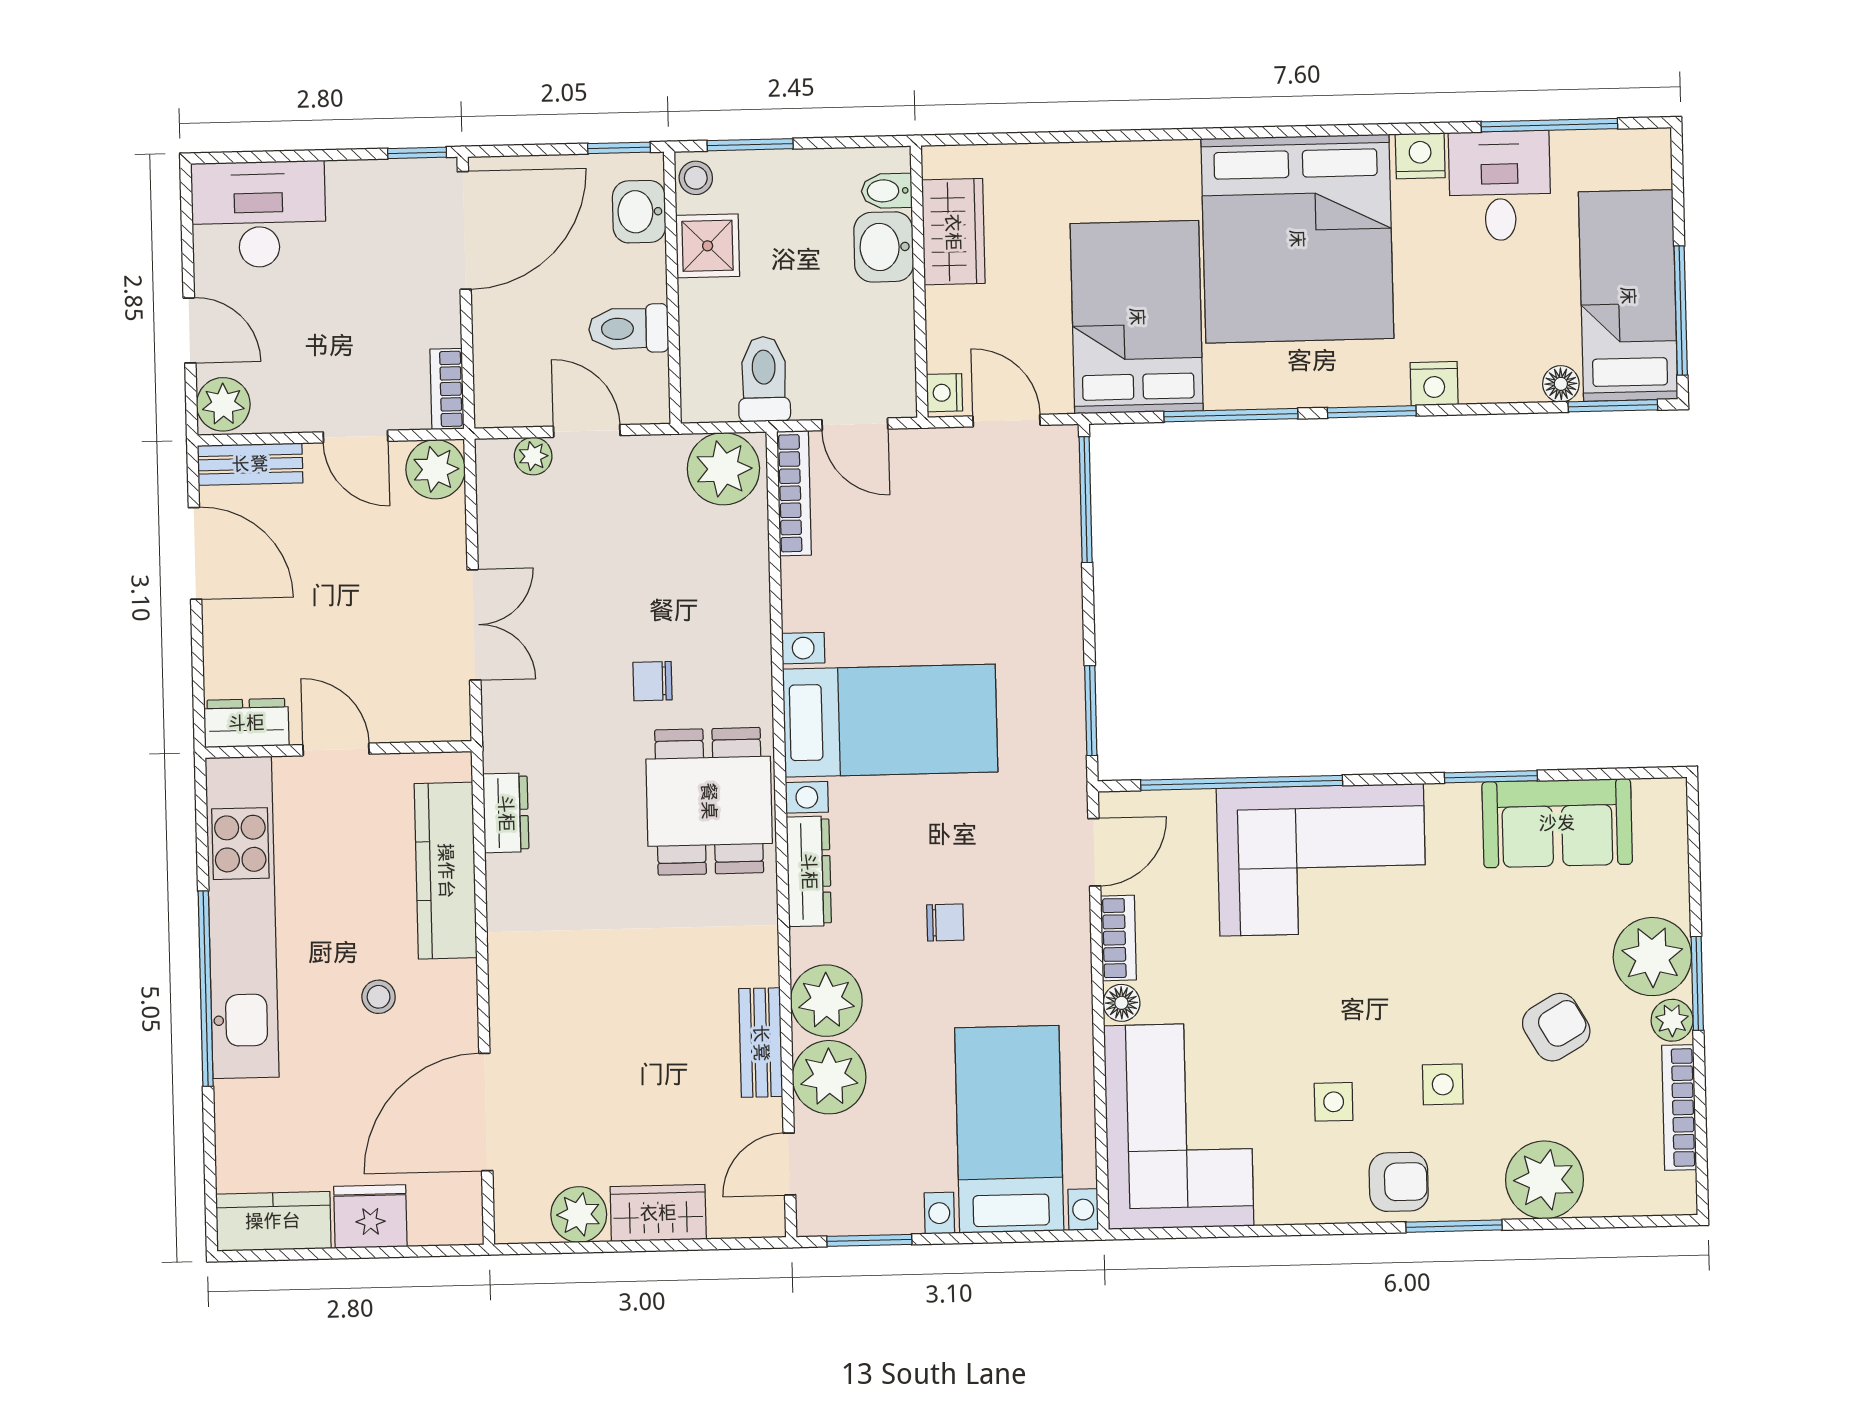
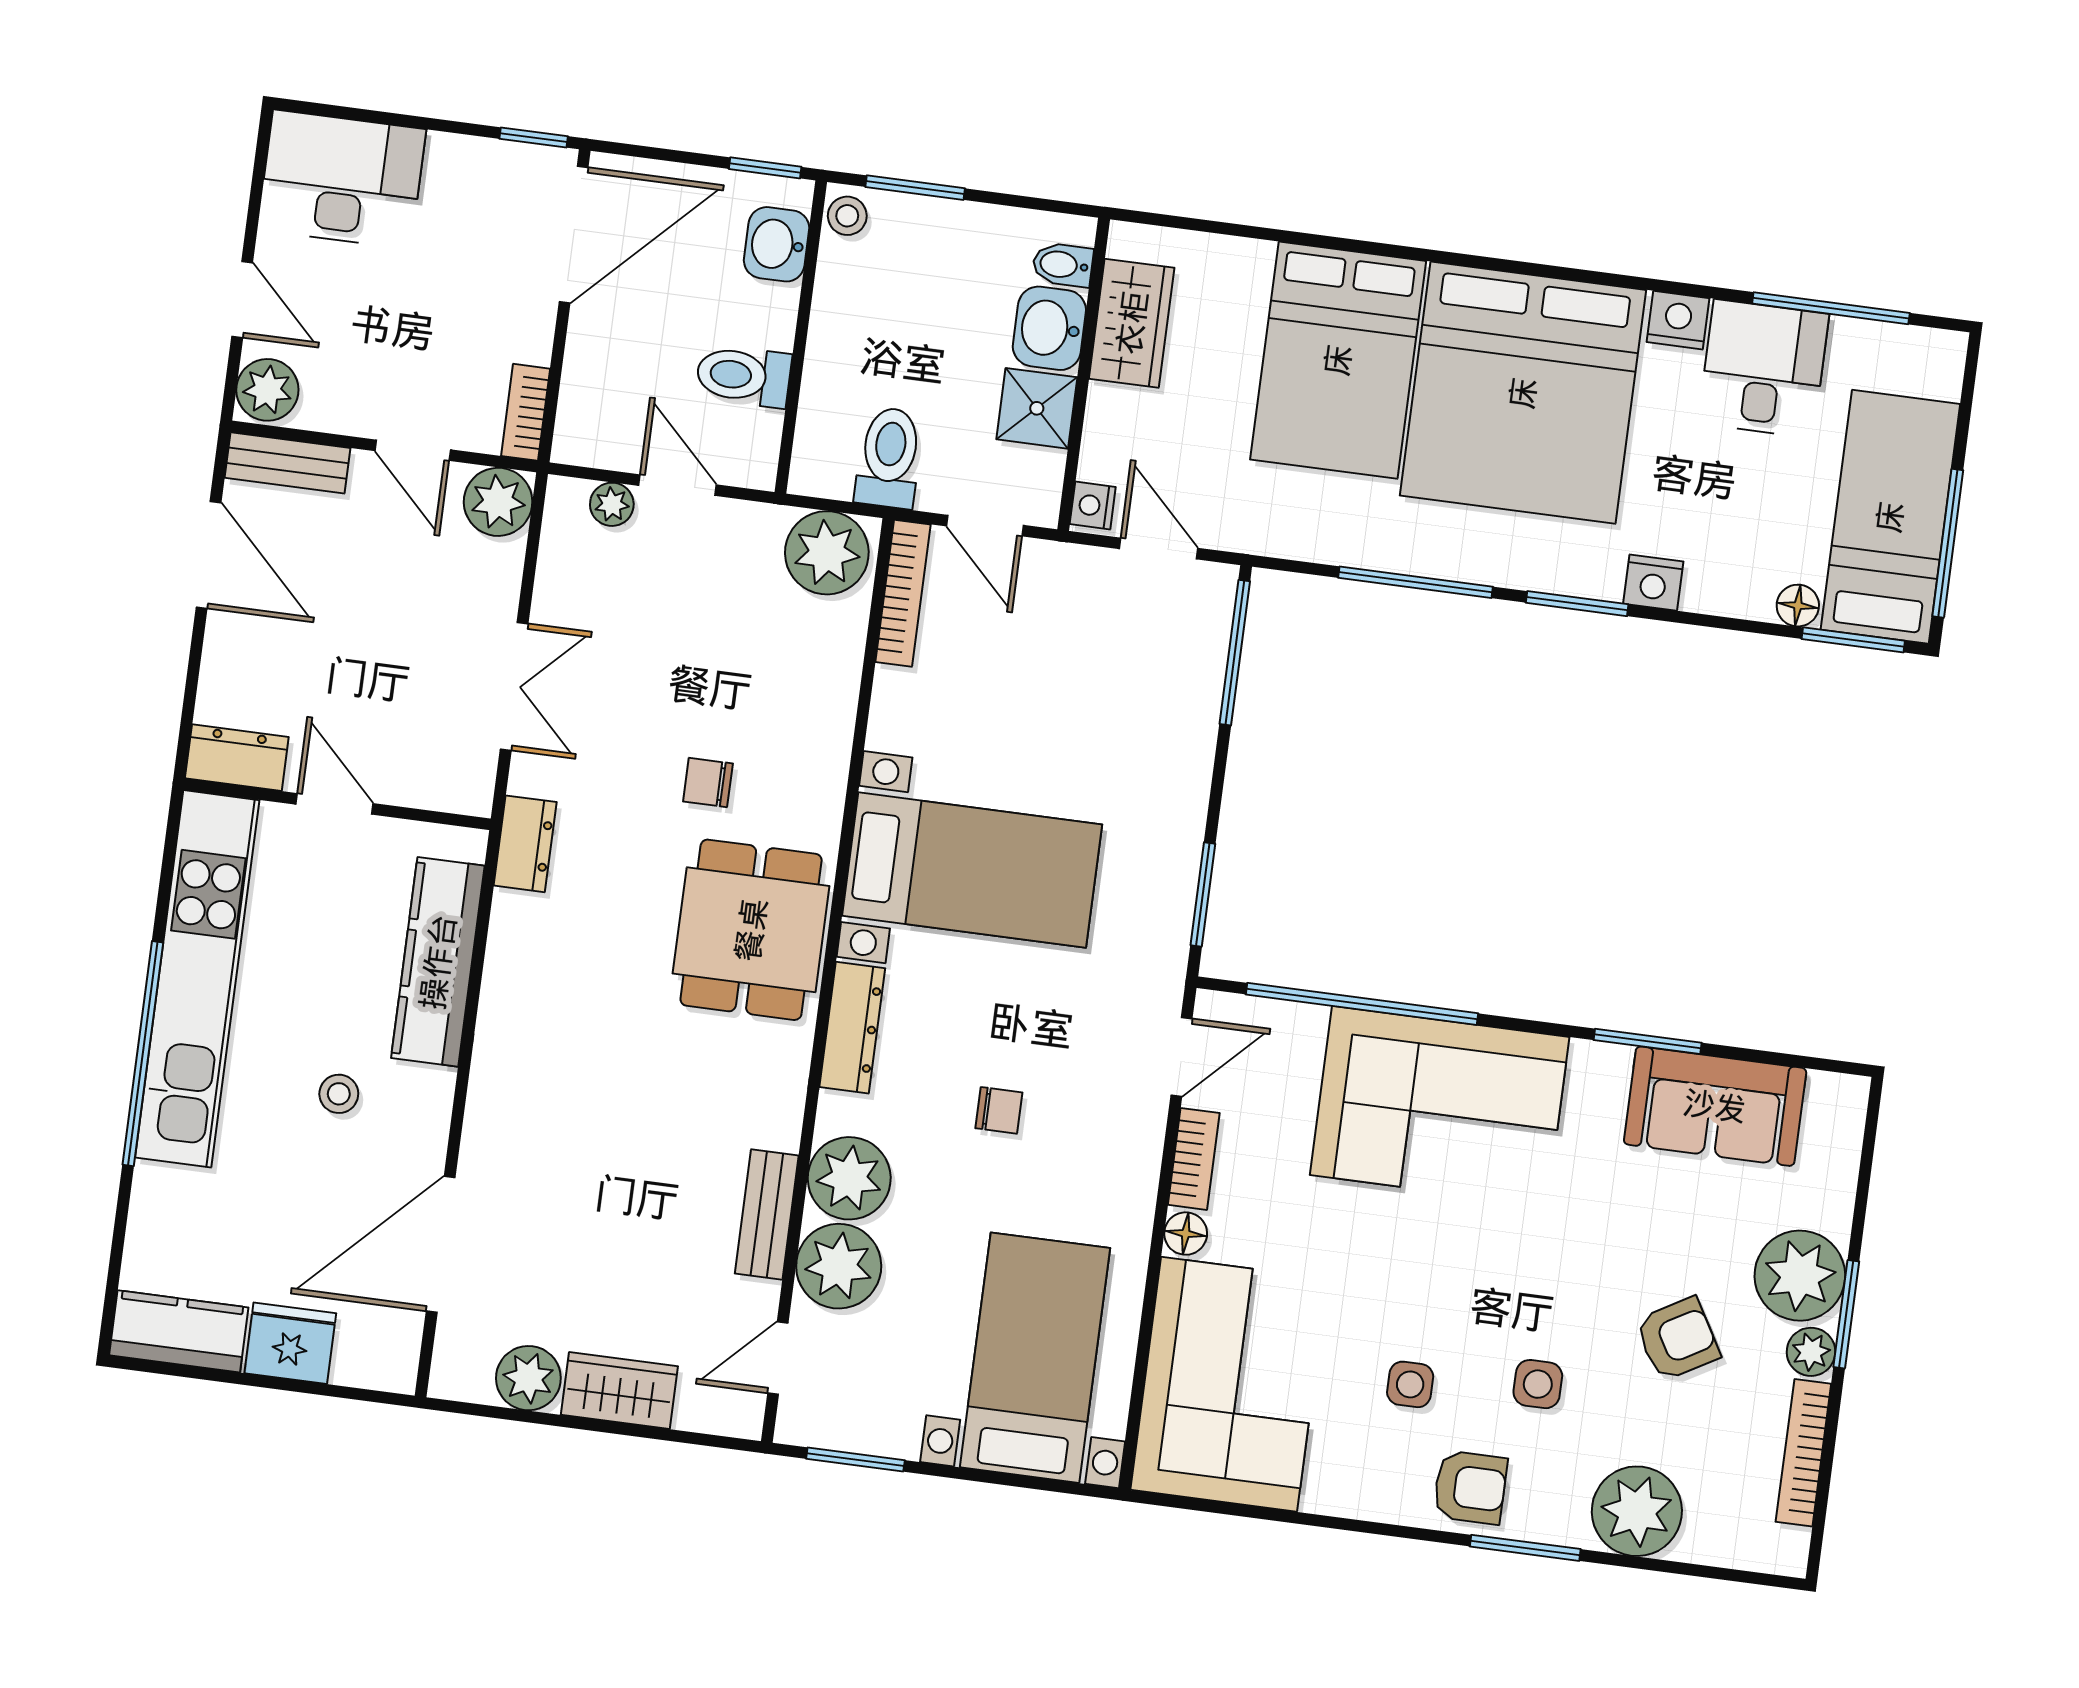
shower: (708, 246) -> (1037, 408), moved
bed: (1137, 317) -> (1338, 360), moved, turned 180
dresser: (506, 813) -> (525, 844), moved

